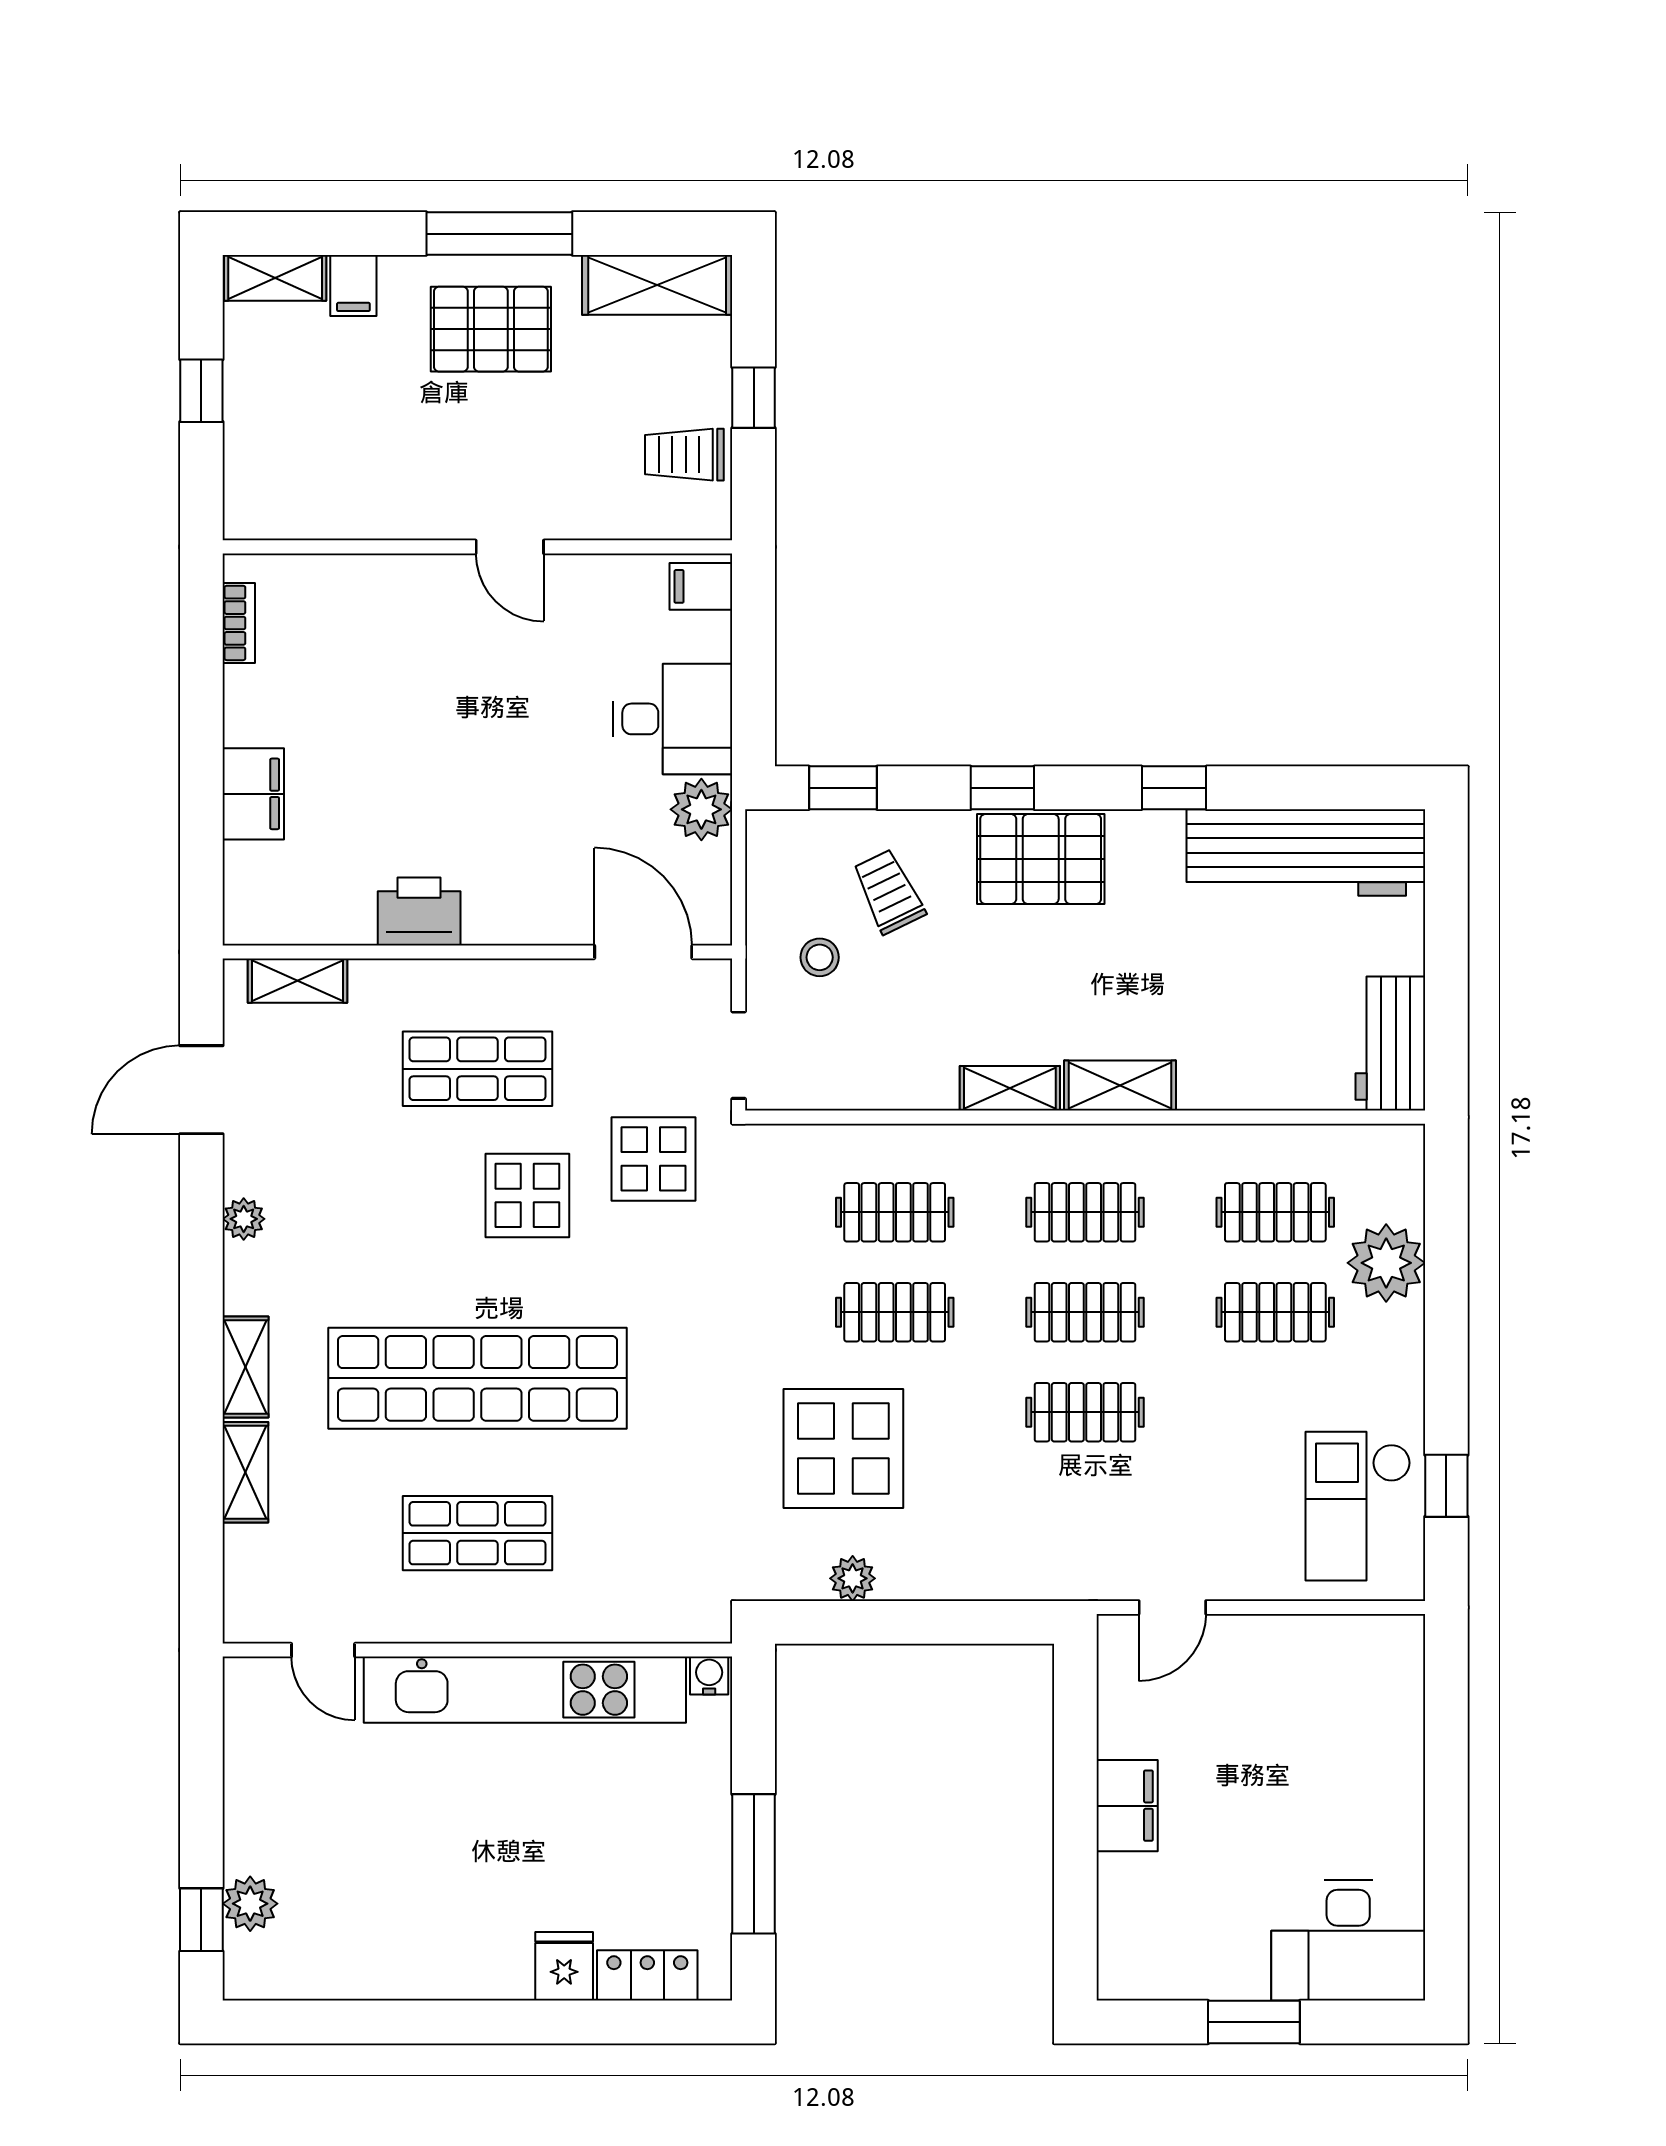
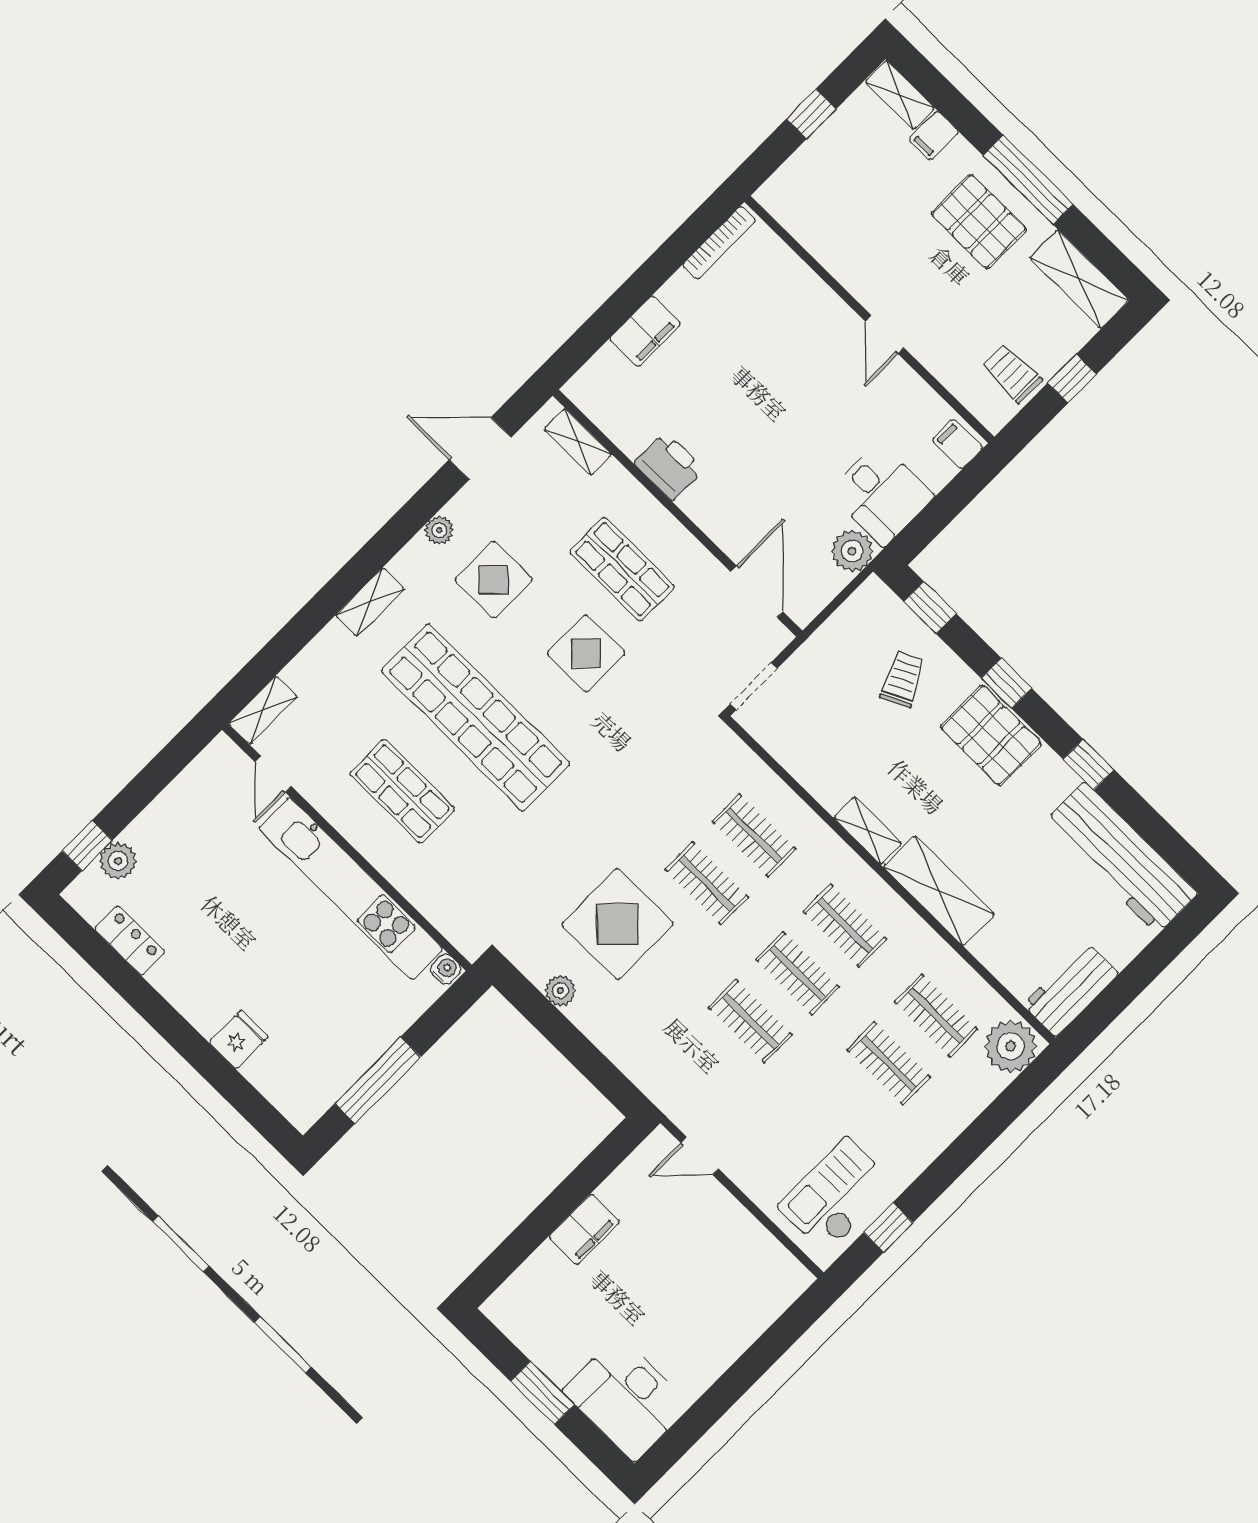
bookcase: (239, 623) -> (719, 243), width x1.56
stool: (820, 957) -> (839, 678), removed
shelving: (1120, 1086) -> (939, 891), width x1.50, depth x1.33
display table: (654, 1159) -> (494, 580), moved
plant: (1386, 1263) -> (1011, 1046), moved
shelving: (245, 1472) -> (263, 710), moved
locker: (647, 1975) -> (130, 940), moved

